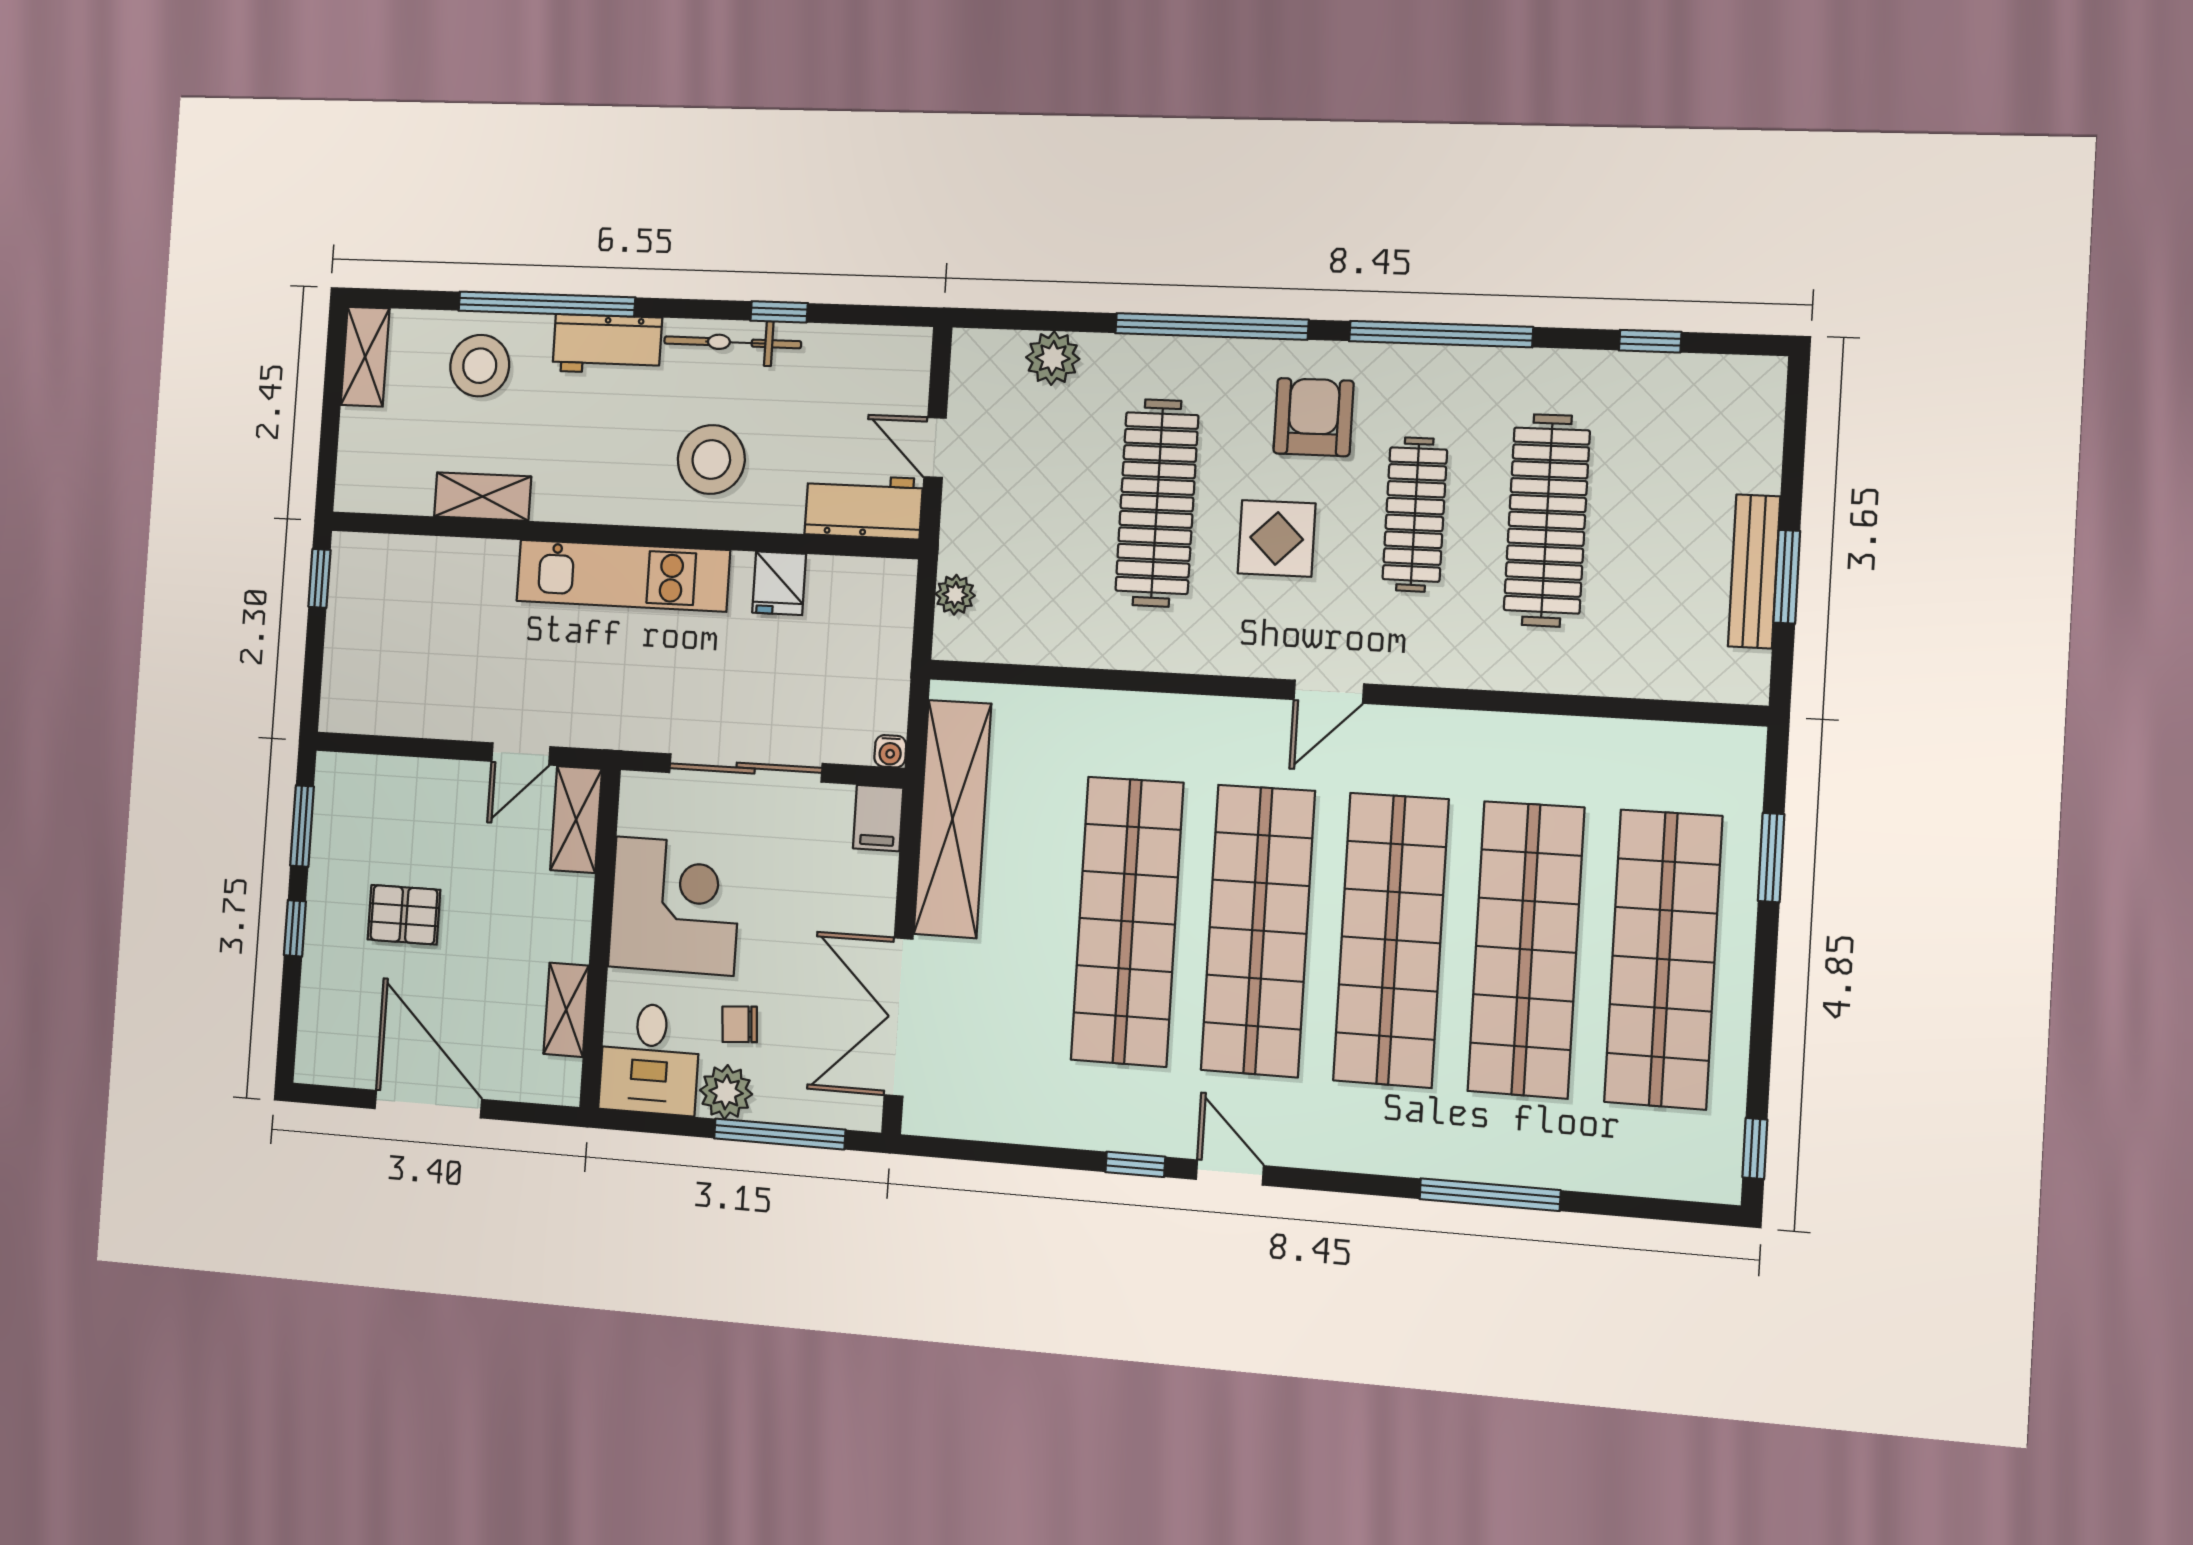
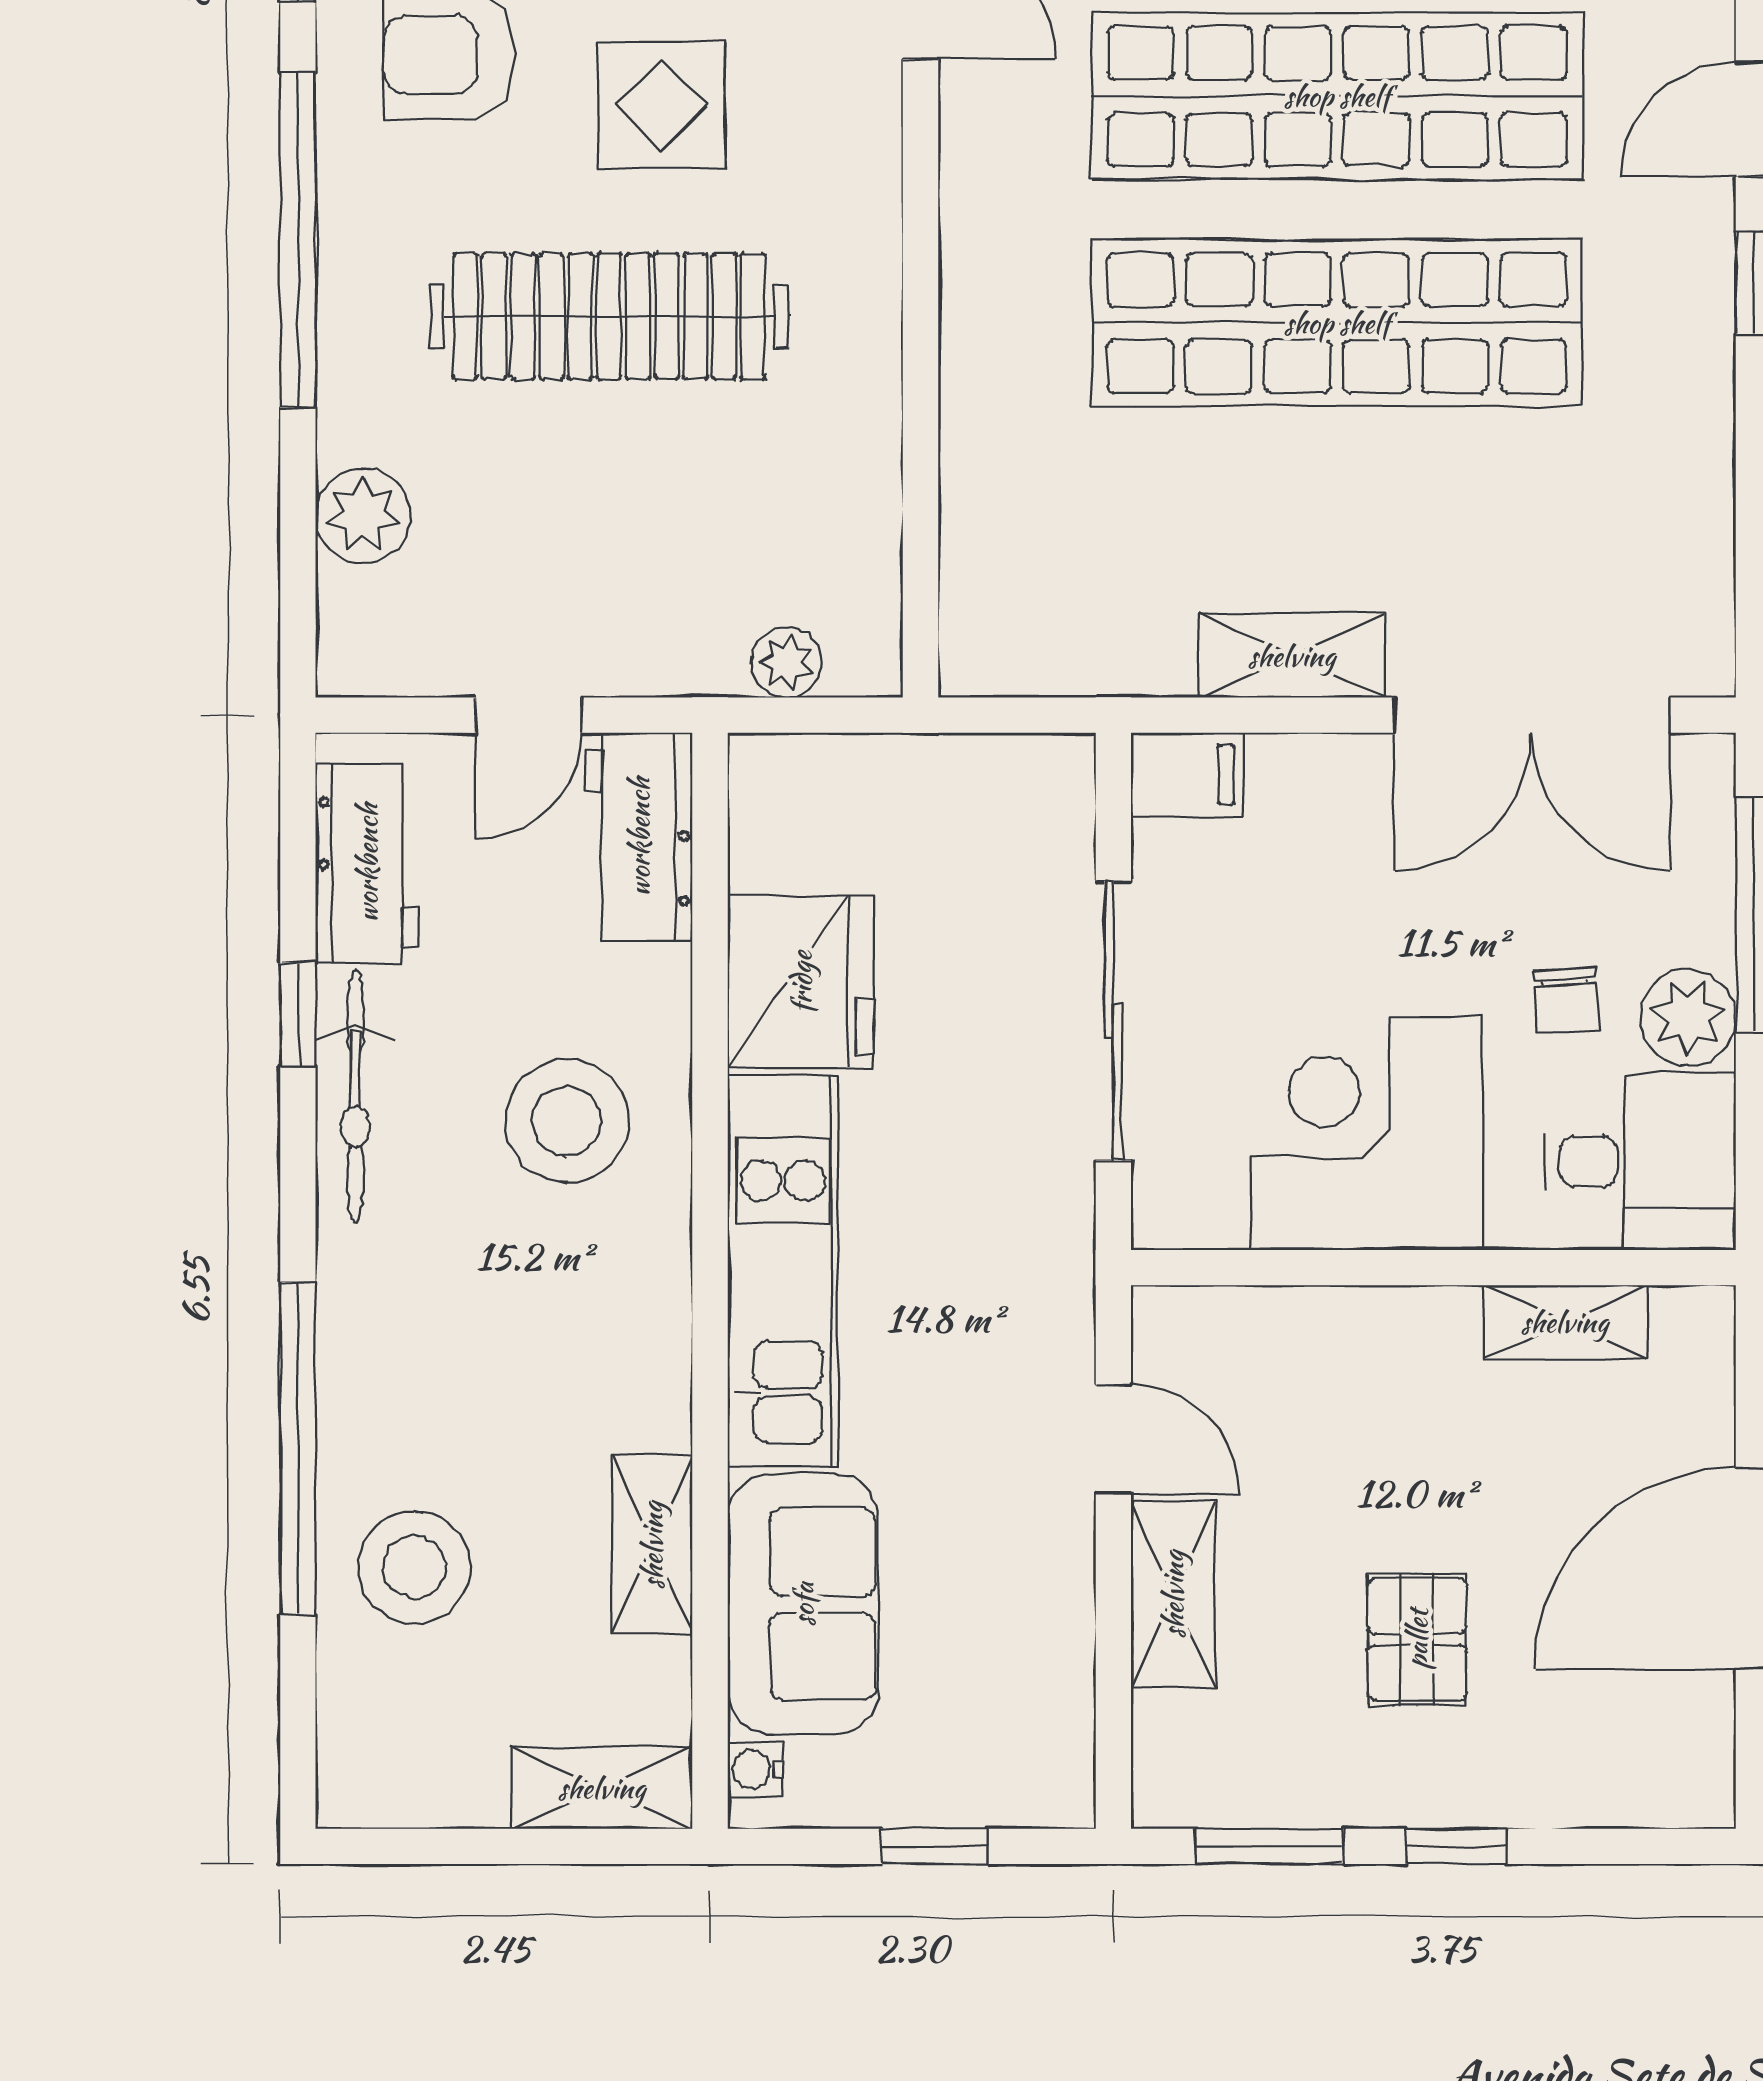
workbench: (607, 344) -> (367, 863), moved
shelving: (365, 357) -> (602, 1788), moved
window: (319, 578) -> (934, 1846), moved
sofa: (446, 578) -> (803, 1604), added
fridge: (779, 583) -> (801, 982), width x1.88, depth x1.34
water cooler: (890, 751) -> (755, 1769), moved, turned 180
shelving: (953, 819) -> (1292, 656), width x0.45, depth x0.75
shelving: (576, 820) -> (1173, 1594), moved, turned 90

